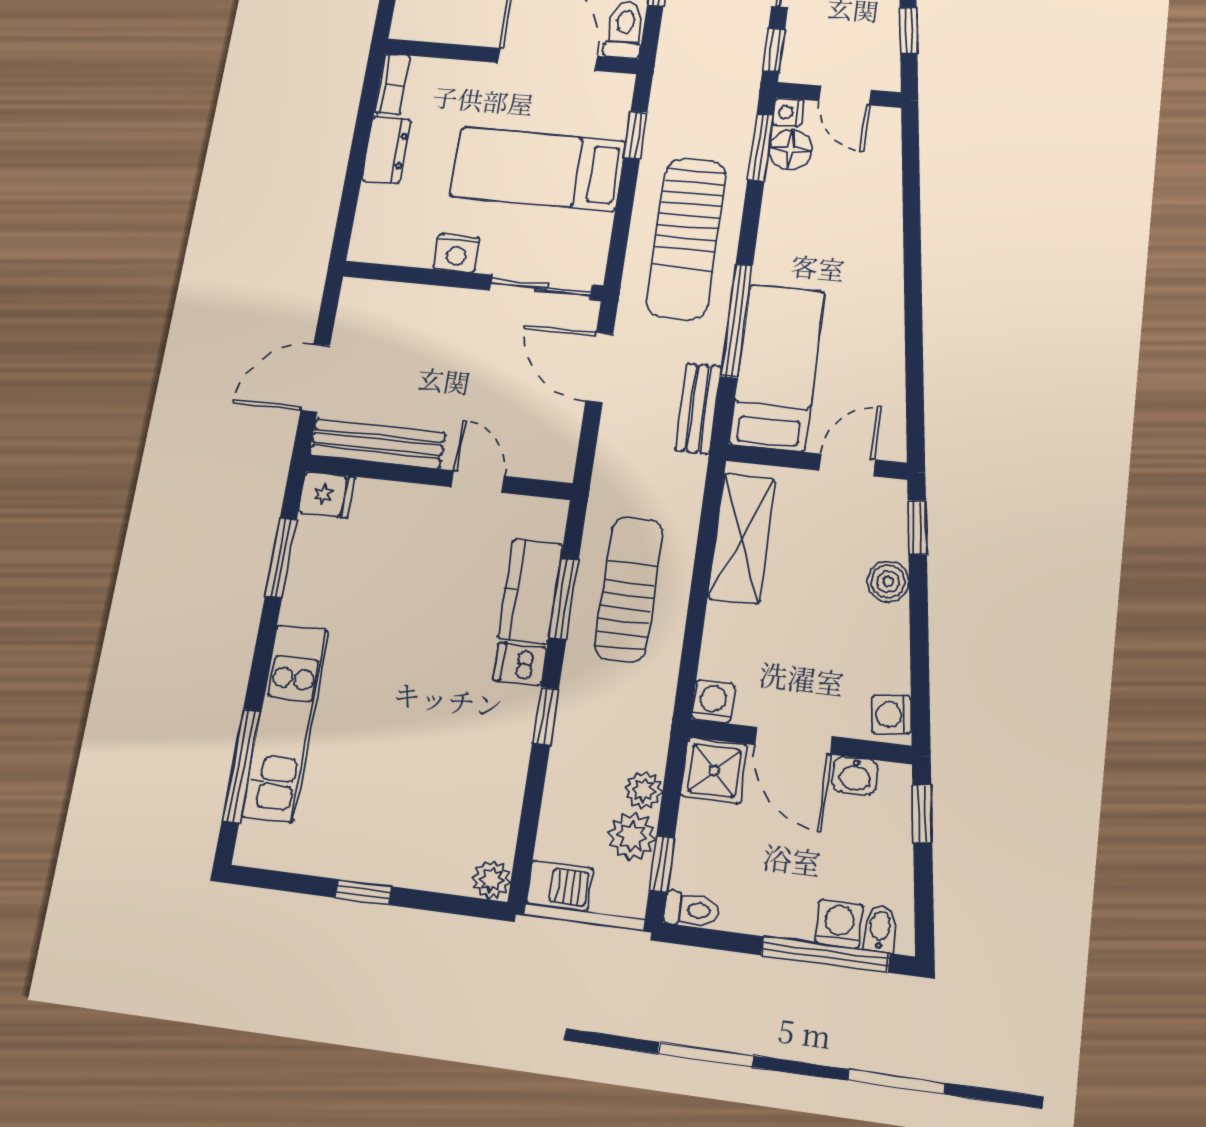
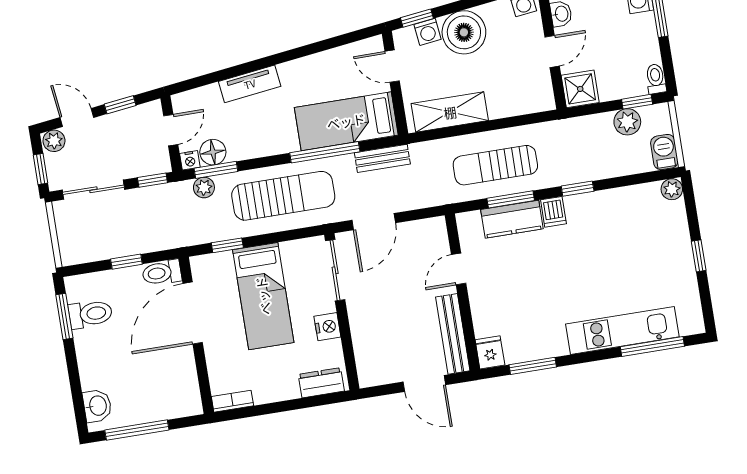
dresser: (386, 150) -> (321, 383), moved
tv unit: (884, 232) -> (250, 84), added
boiler: (888, 582) -> (464, 32), width x1.86, depth x1.86
washing machine: (713, 702) -> (427, 32), moved, turned -97
door: (793, 741) -> (552, 51), width x0.73
plant: (644, 790) -> (204, 188), moved

